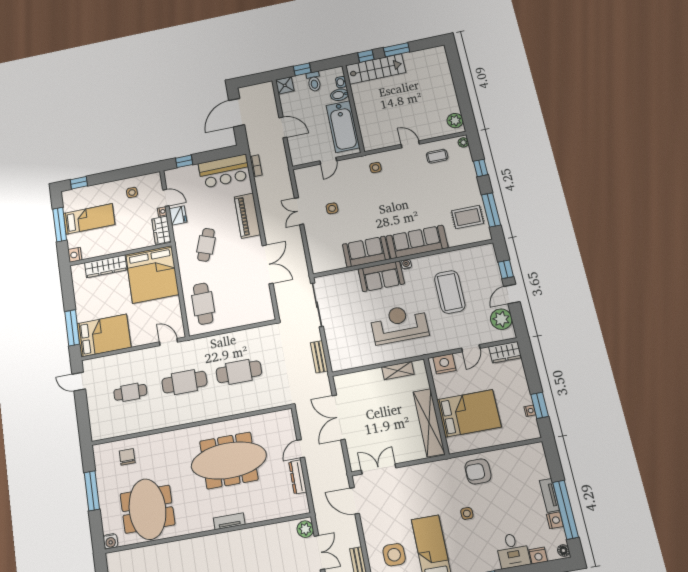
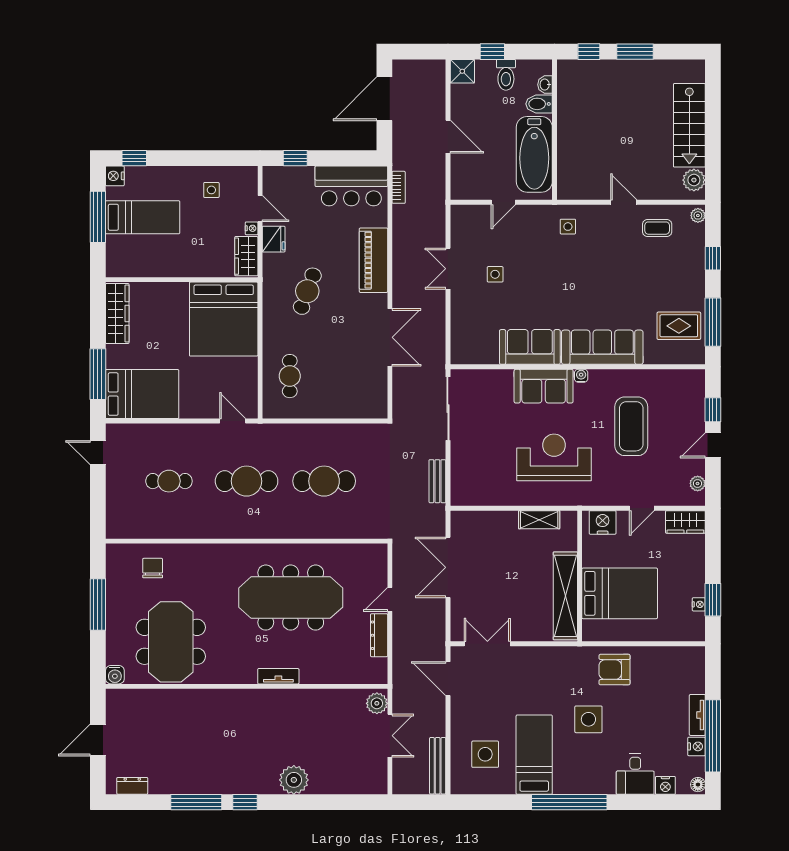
stairs: (376, 69) -> (689, 125), moved, turned 90
nightstand: (75, 255) -> (115, 176), moved
wardrobe: (106, 266) -> (117, 313), moved, turned -90
cafe table: (203, 304) -> (290, 376), width x0.73, depth x0.74
plant: (501, 319) -> (698, 483), width x0.53, depth x0.53
side table: (467, 513) -> (588, 719), width x1.87, depth x1.87

